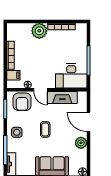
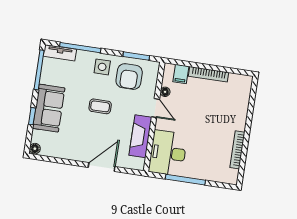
plant: (39, 31) -> (236, 119), removed
door: (40, 90) -> (155, 108), swing flipped
armchair: (22, 102) -> (129, 77), moved, turned -90
plant: (81, 143) -> (74, 152), removed

